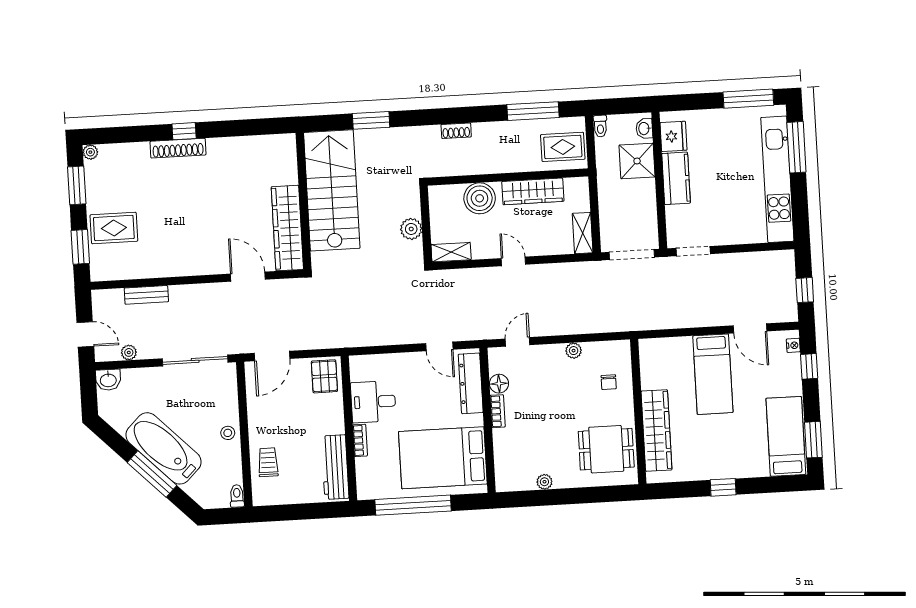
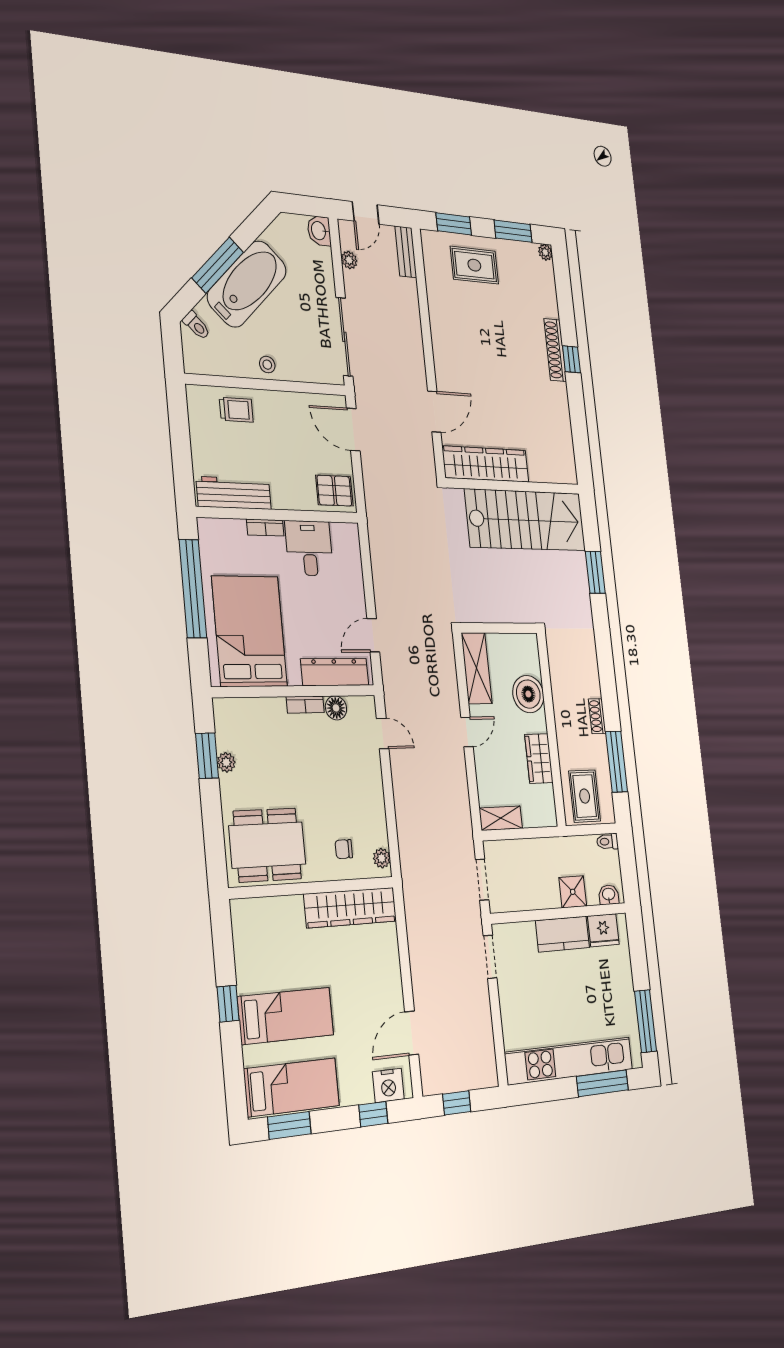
shoe rack: (456, 131) -> (597, 716), moved
shower: (637, 161) -> (573, 892), width x0.73, depth x0.73
wardrobe: (533, 191) -> (539, 759), width x0.67
rug: (114, 228) -> (474, 265), turned 90
plant: (411, 229) -> (493, 610), removed
shelving: (451, 252) -> (477, 668), width x1.50, depth x1.33
doorway: (632, 255) -> (482, 880), width x0.73
bench: (146, 295) -> (406, 252), moved
nightstand: (793, 345) -> (388, 1085), width x1.89, depth x1.79
plant: (574, 351) -> (382, 858), moved
bed: (713, 374) -> (286, 1016), moved, turned 180
wardrobe: (657, 431) -> (350, 908), moved
dining table: (606, 449) -> (267, 845), width x1.38
toilet: (237, 496) -> (196, 325), moved, turned 45
window: (540, 498) -> (207, 756), added

